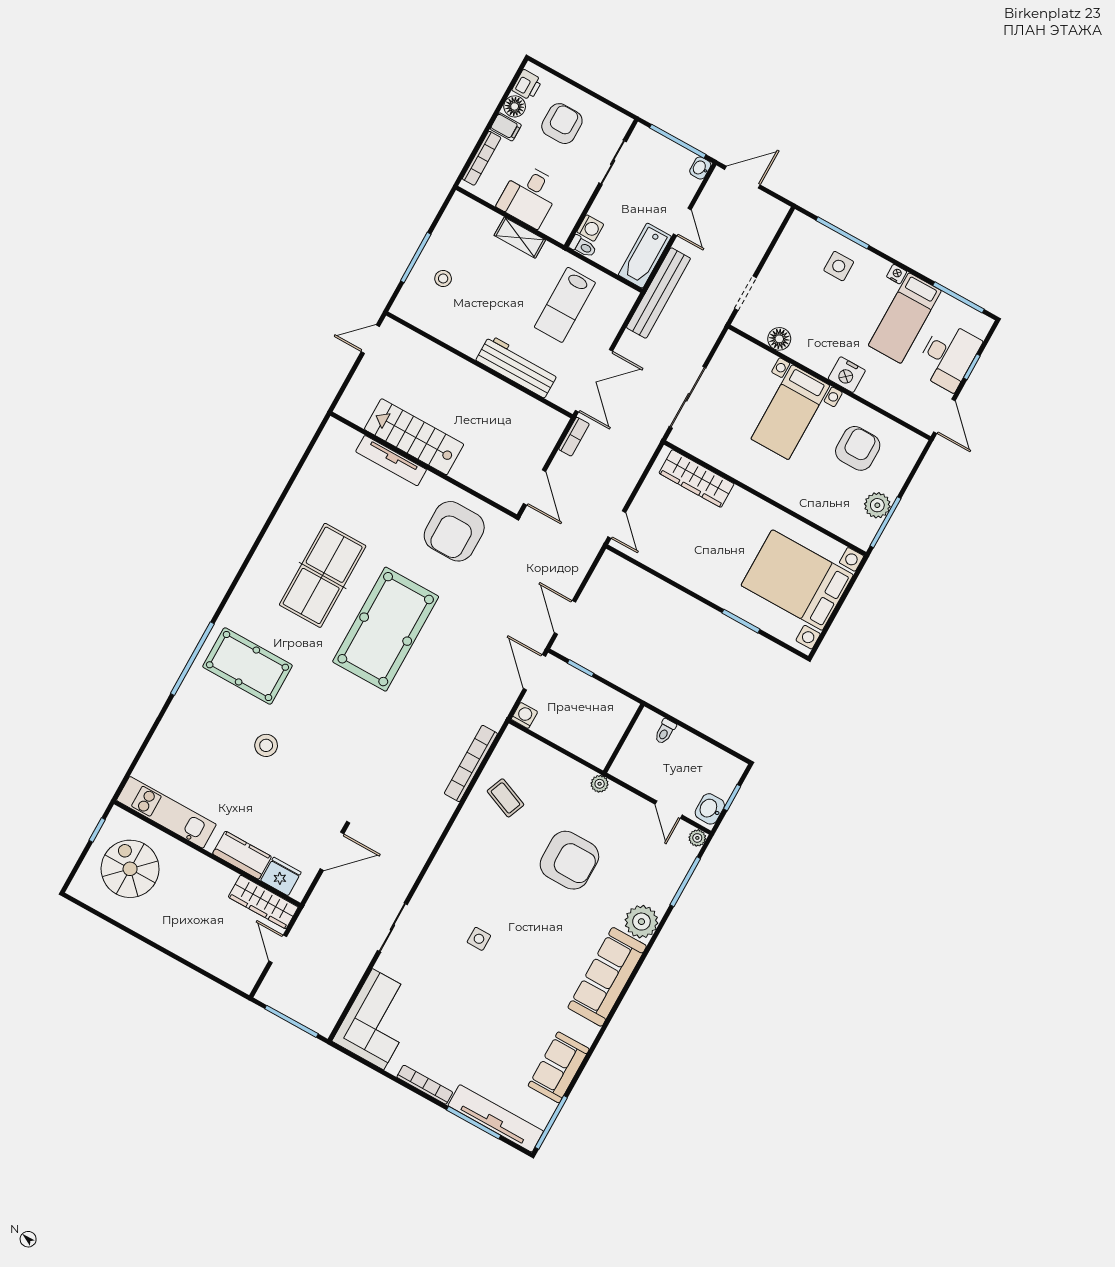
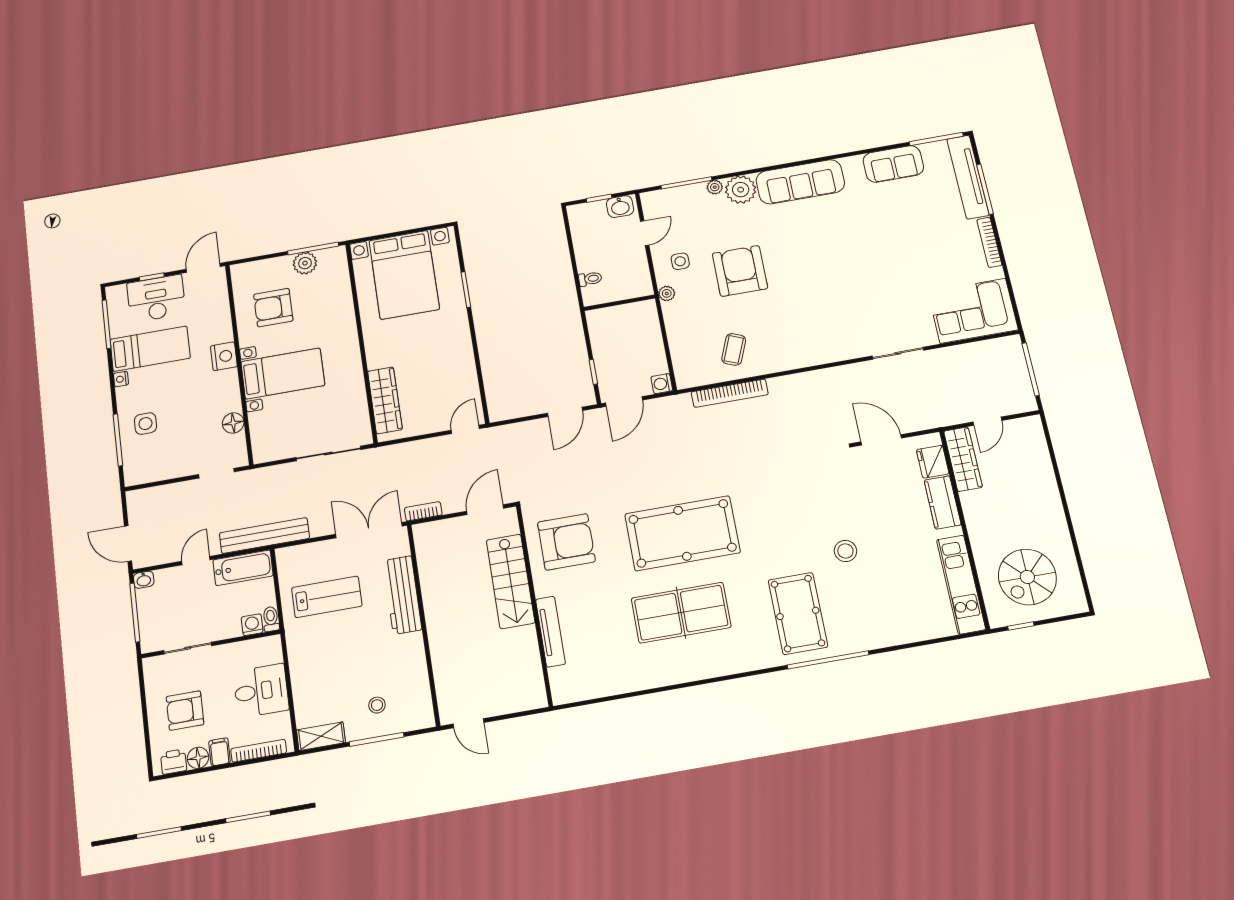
shelving: (520, 238) -> (321, 736), moved, turned 90
stairs: (414, 437) -> (510, 581), moved
plant: (697, 838) -> (715, 187), moved
side table: (479, 939) -> (680, 261), moved

